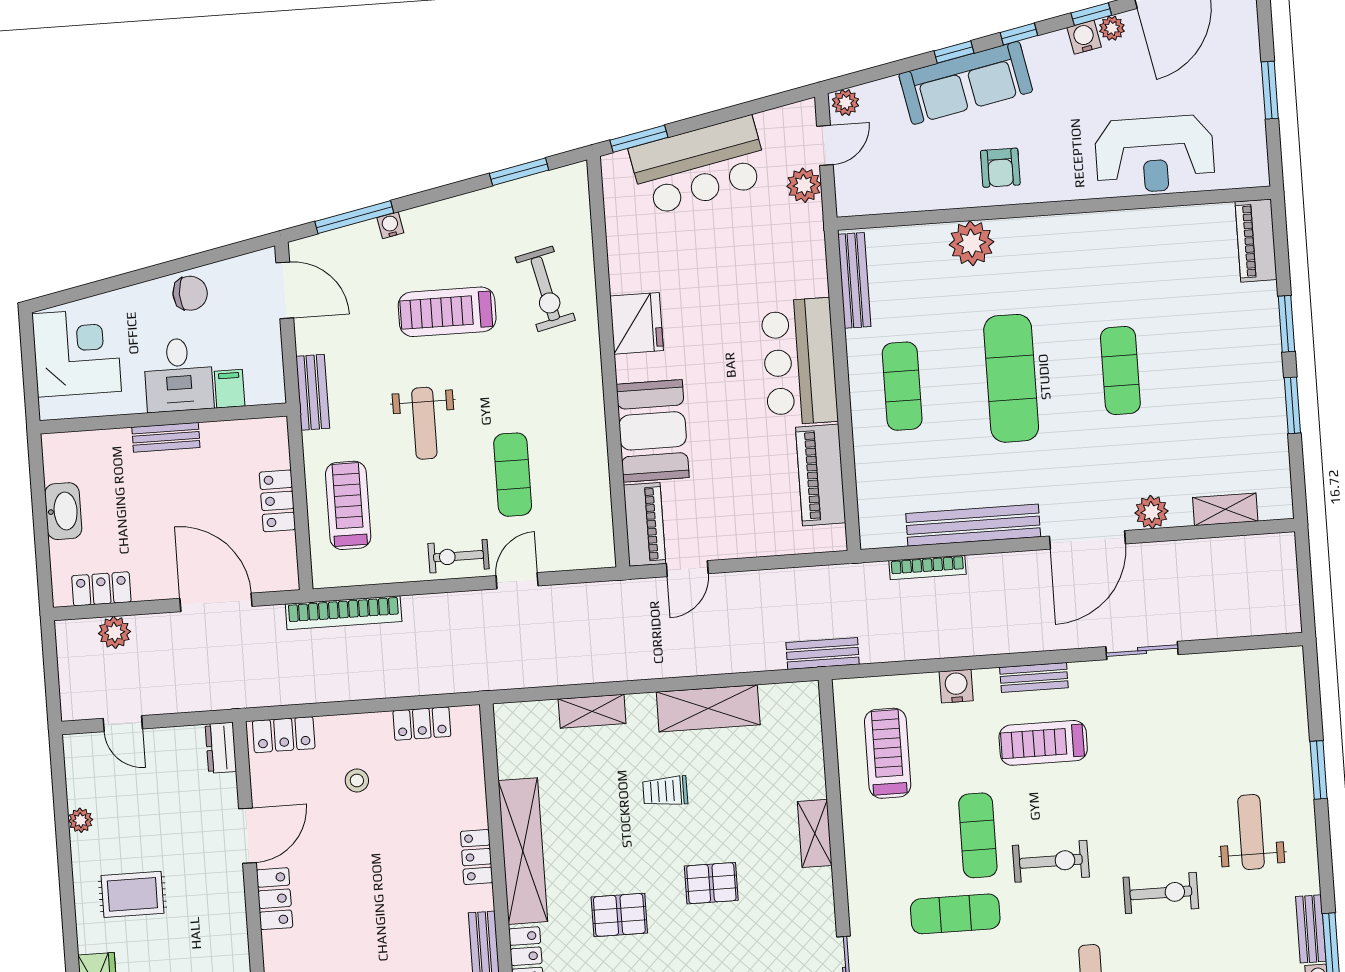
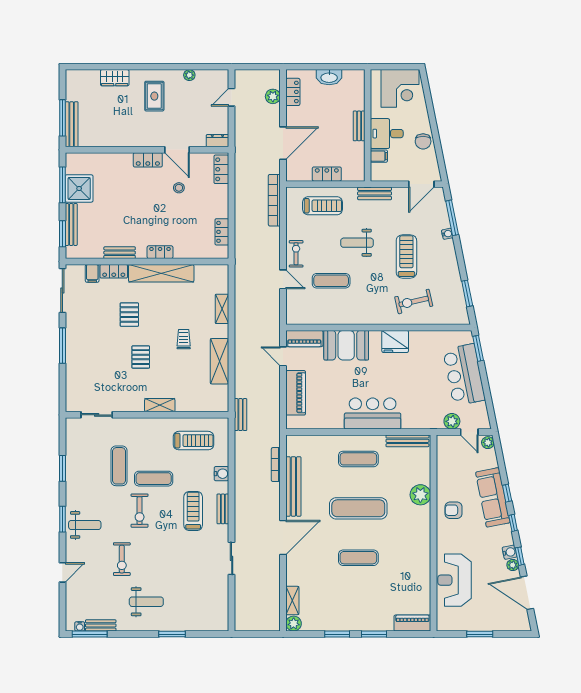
piano: (821, 475) -> (296, 393), moved, turned 90
plant: (1151, 512) -> (294, 624), moved
door: (1087, 540) -> (283, 537), swing flipped
stool: (357, 780) -> (179, 188), moved

